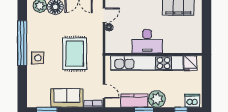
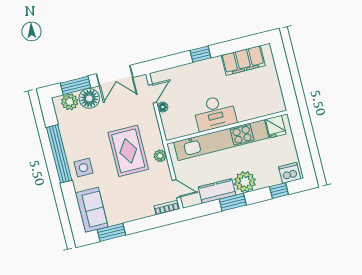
plant: (98, 63) -> (160, 156), added
sofa: (67, 98) -> (92, 210), moved, turned 90

